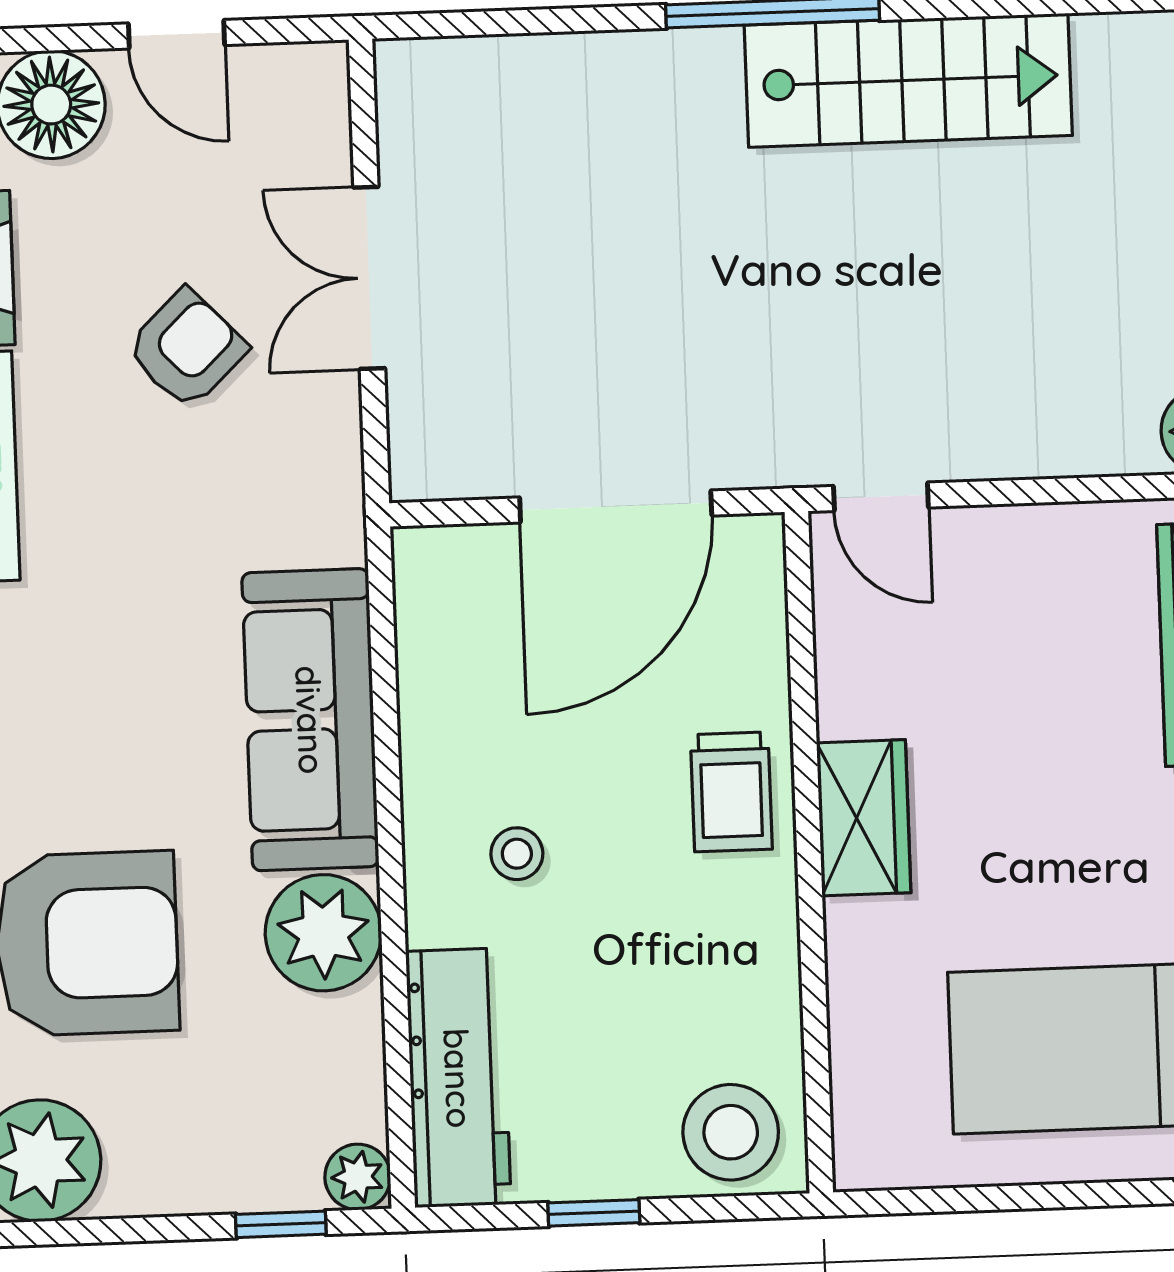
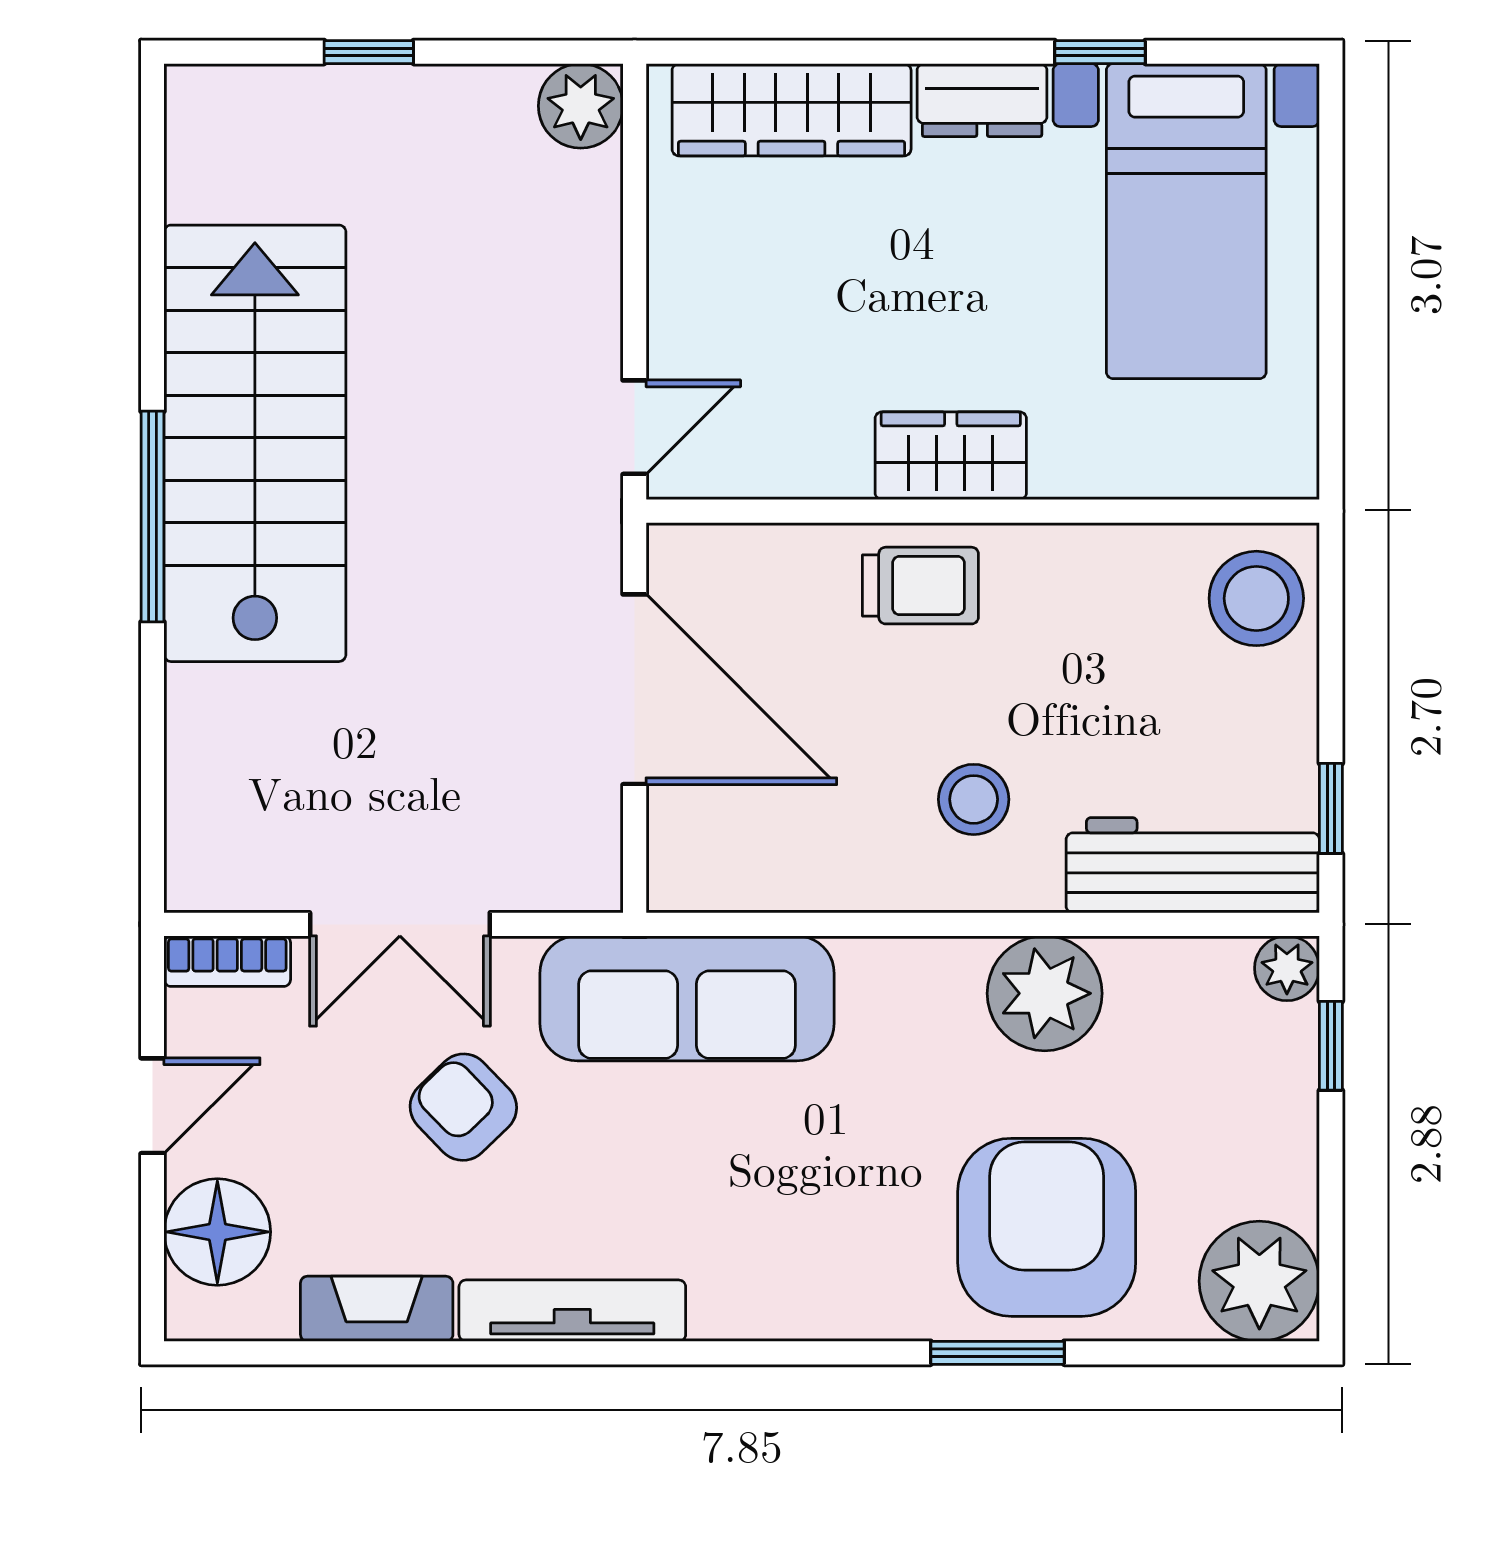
stairs: (908, 80) -> (255, 443), width x1.36, depth x1.51
bookcase: (326, 105) -> (227, 961), added
sofa: (310, 720) -> (687, 998), moved
stool: (517, 854) -> (974, 799), width x1.37, depth x1.37
window: (594, 1213) -> (1331, 808), moved

